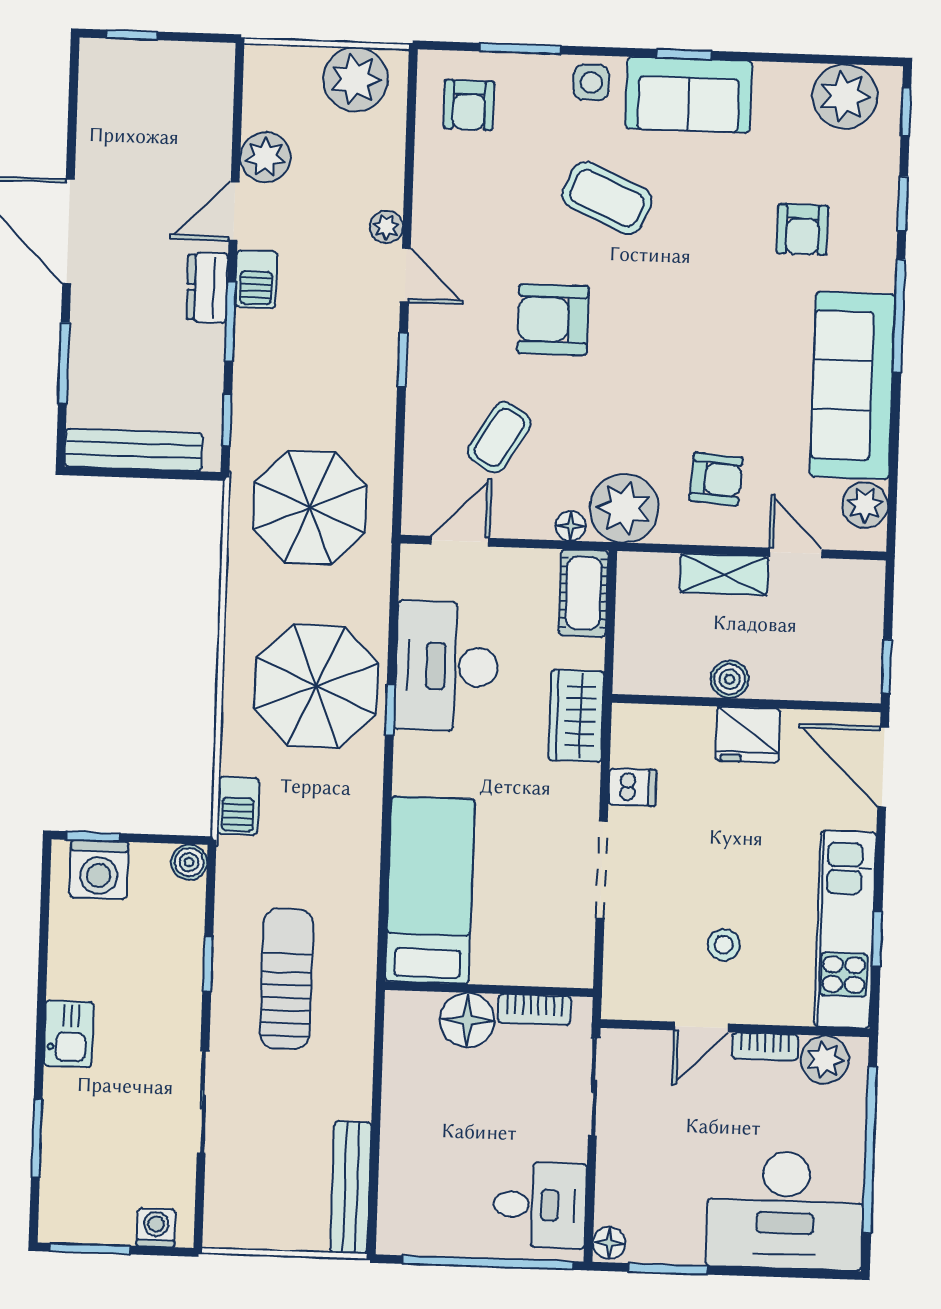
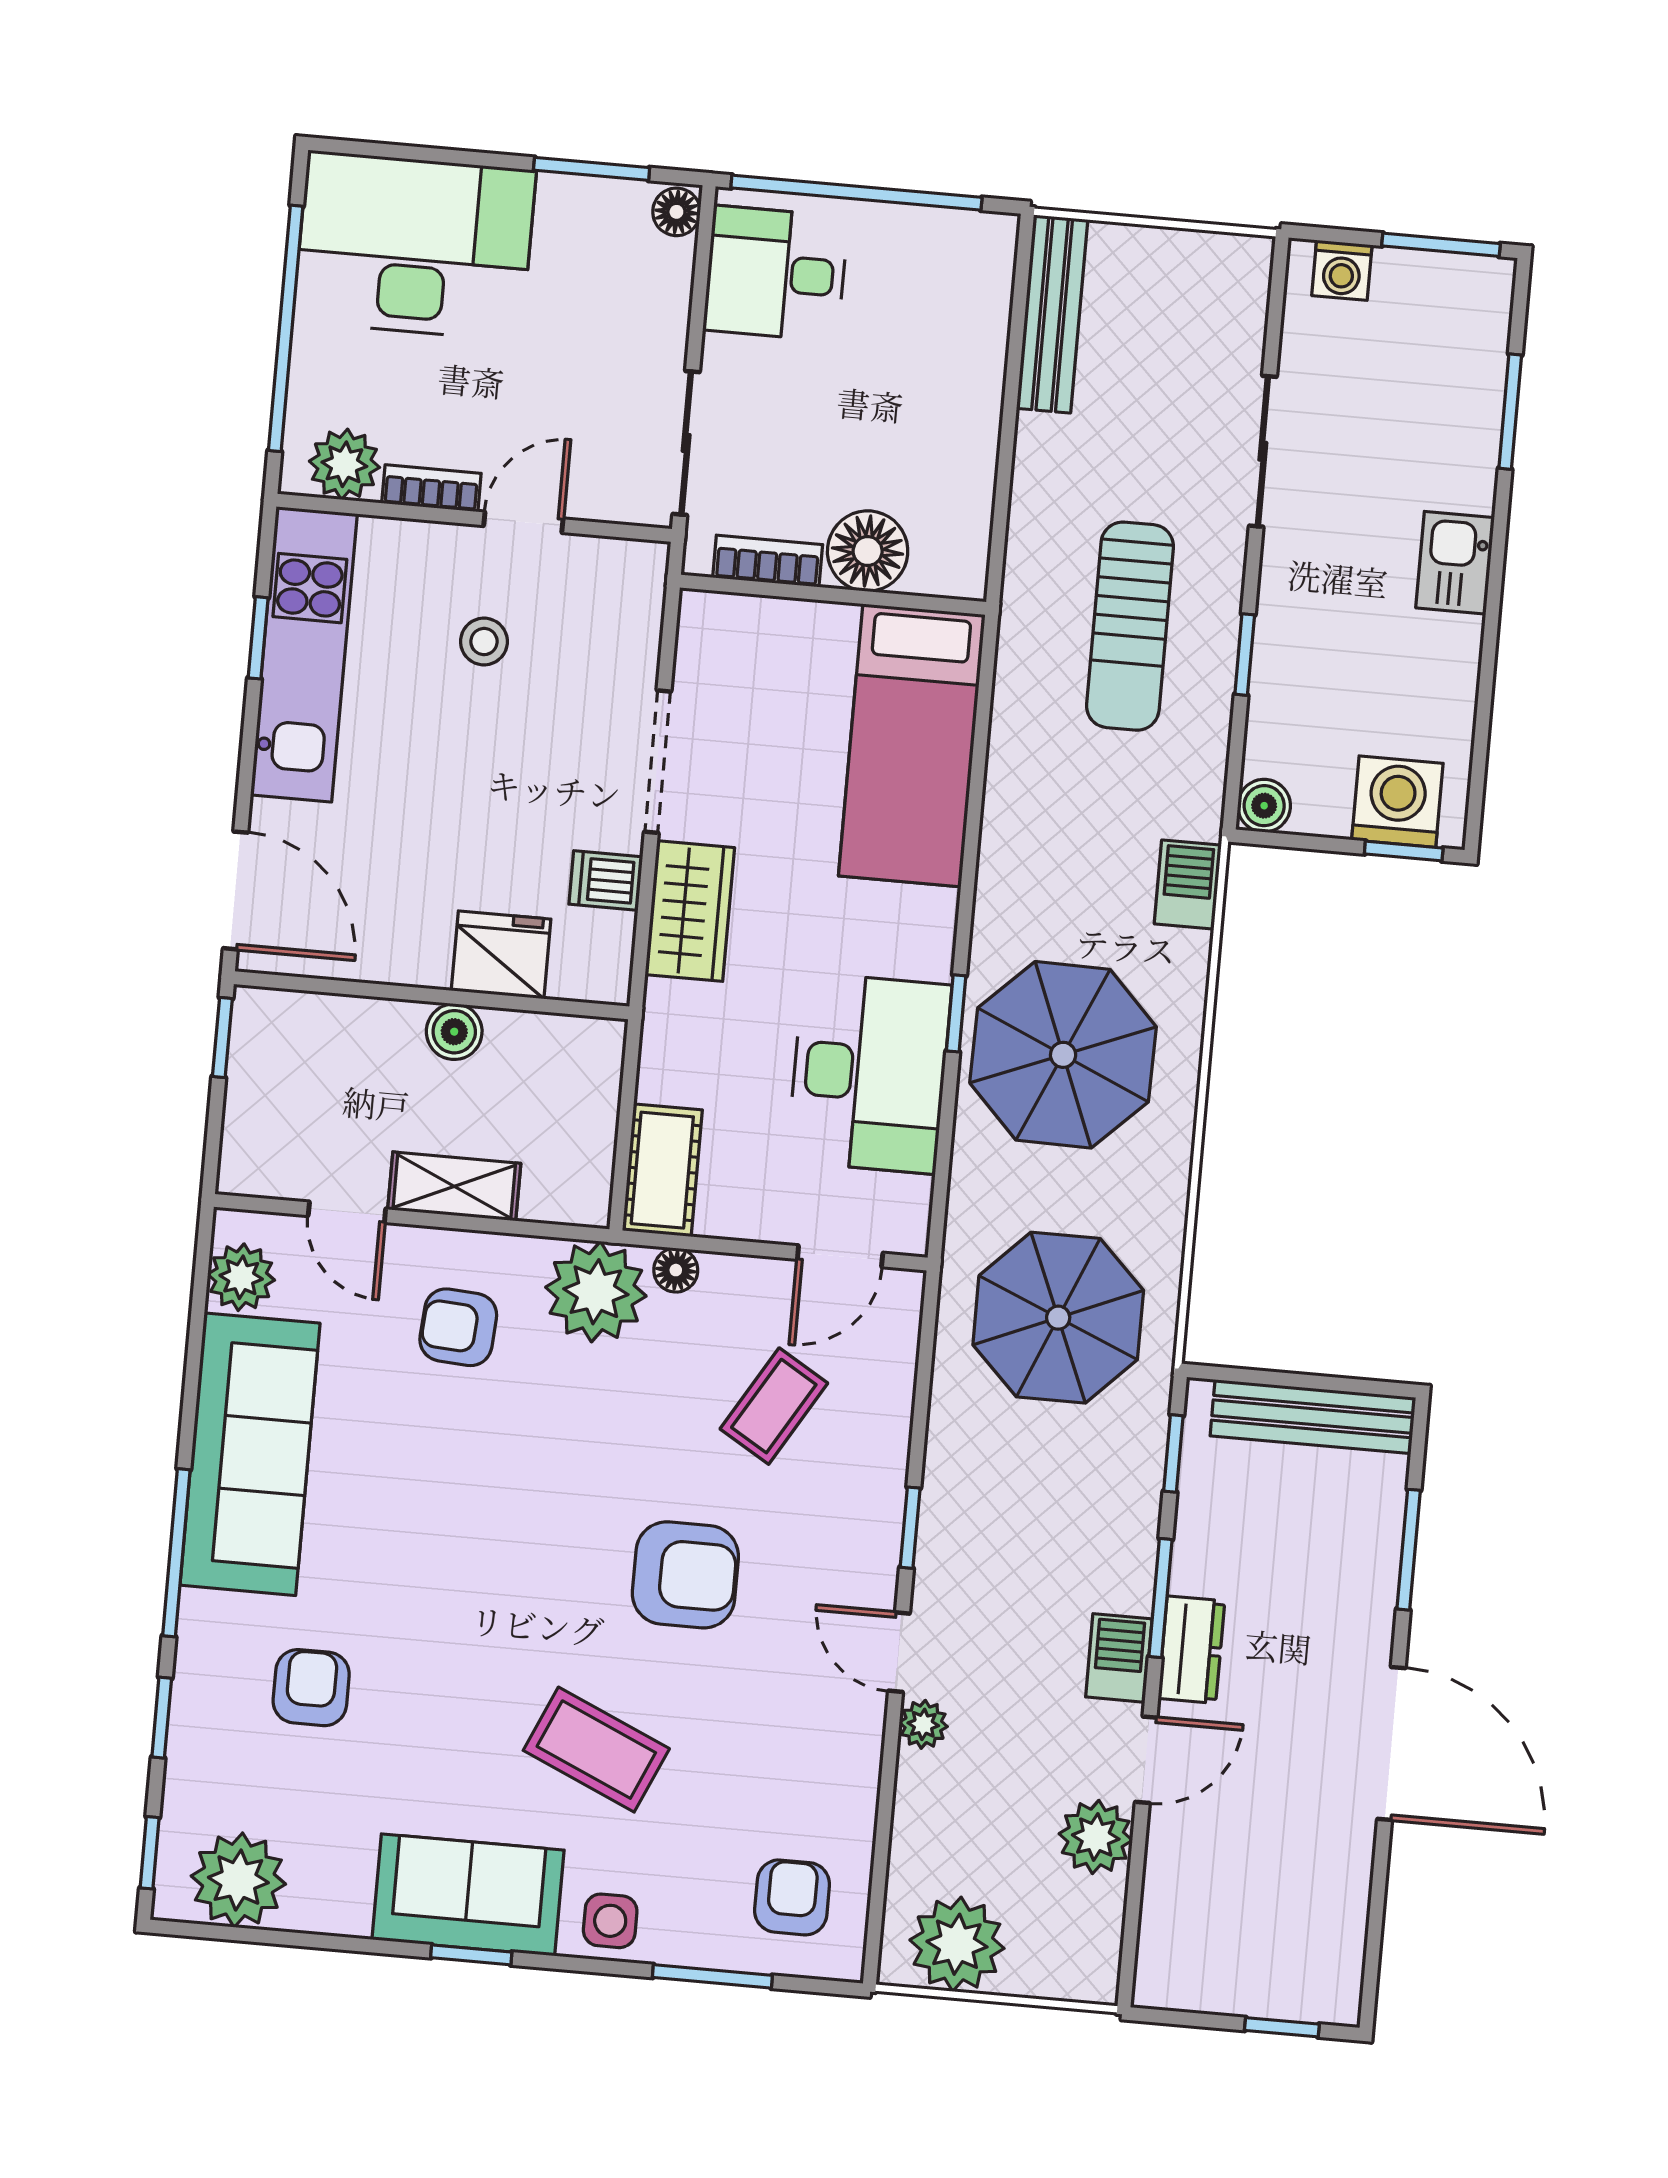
wardrobe: (576, 716) -> (690, 911), moved
fridge: (748, 735) -> (501, 955), moved

